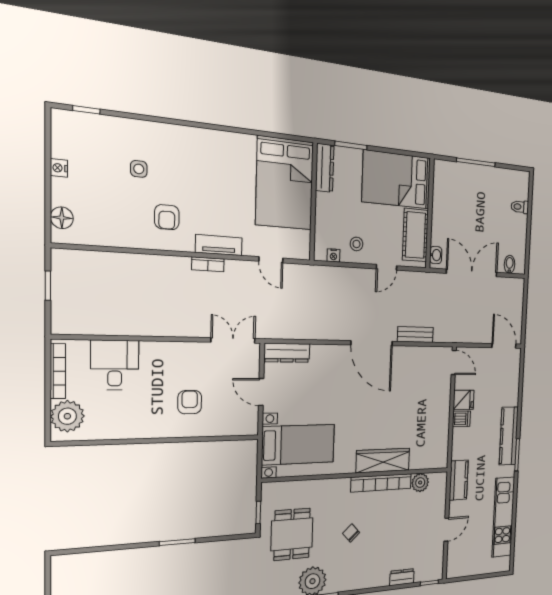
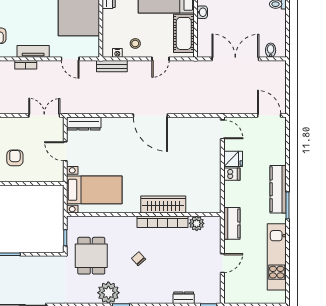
washbasin: (436, 255) -> (202, 12), moved
bench: (415, 335) -> (112, 66), moved

